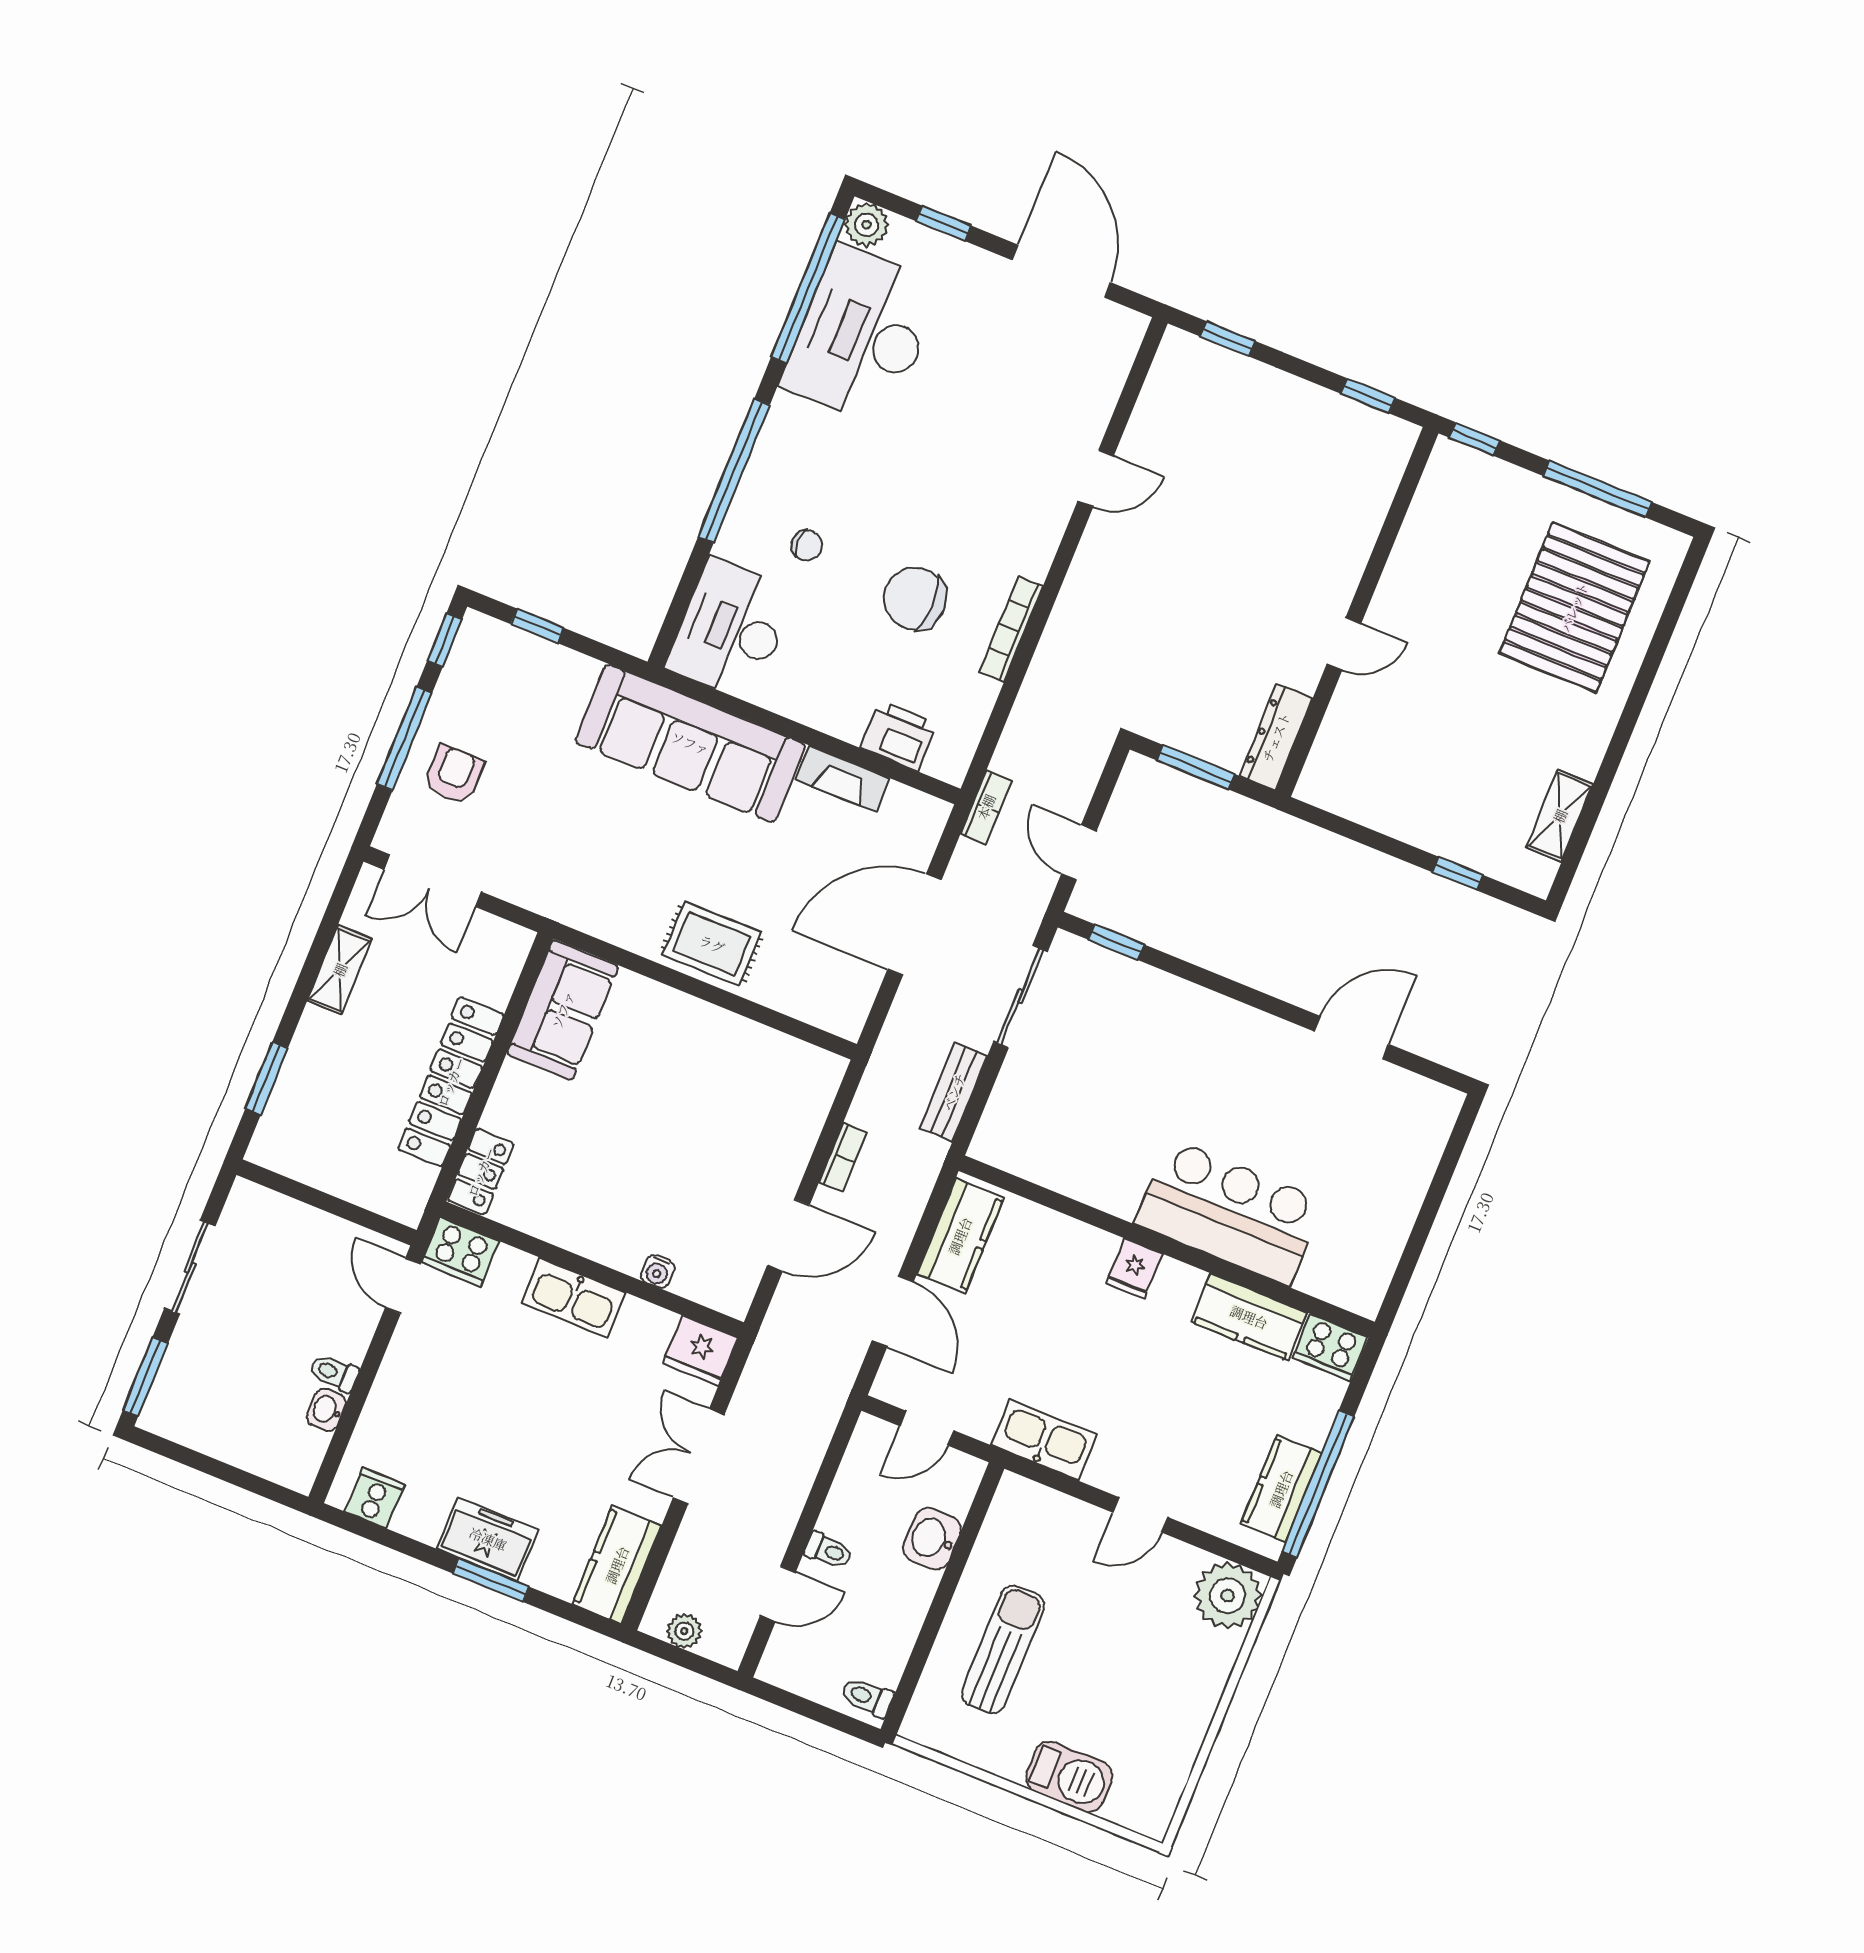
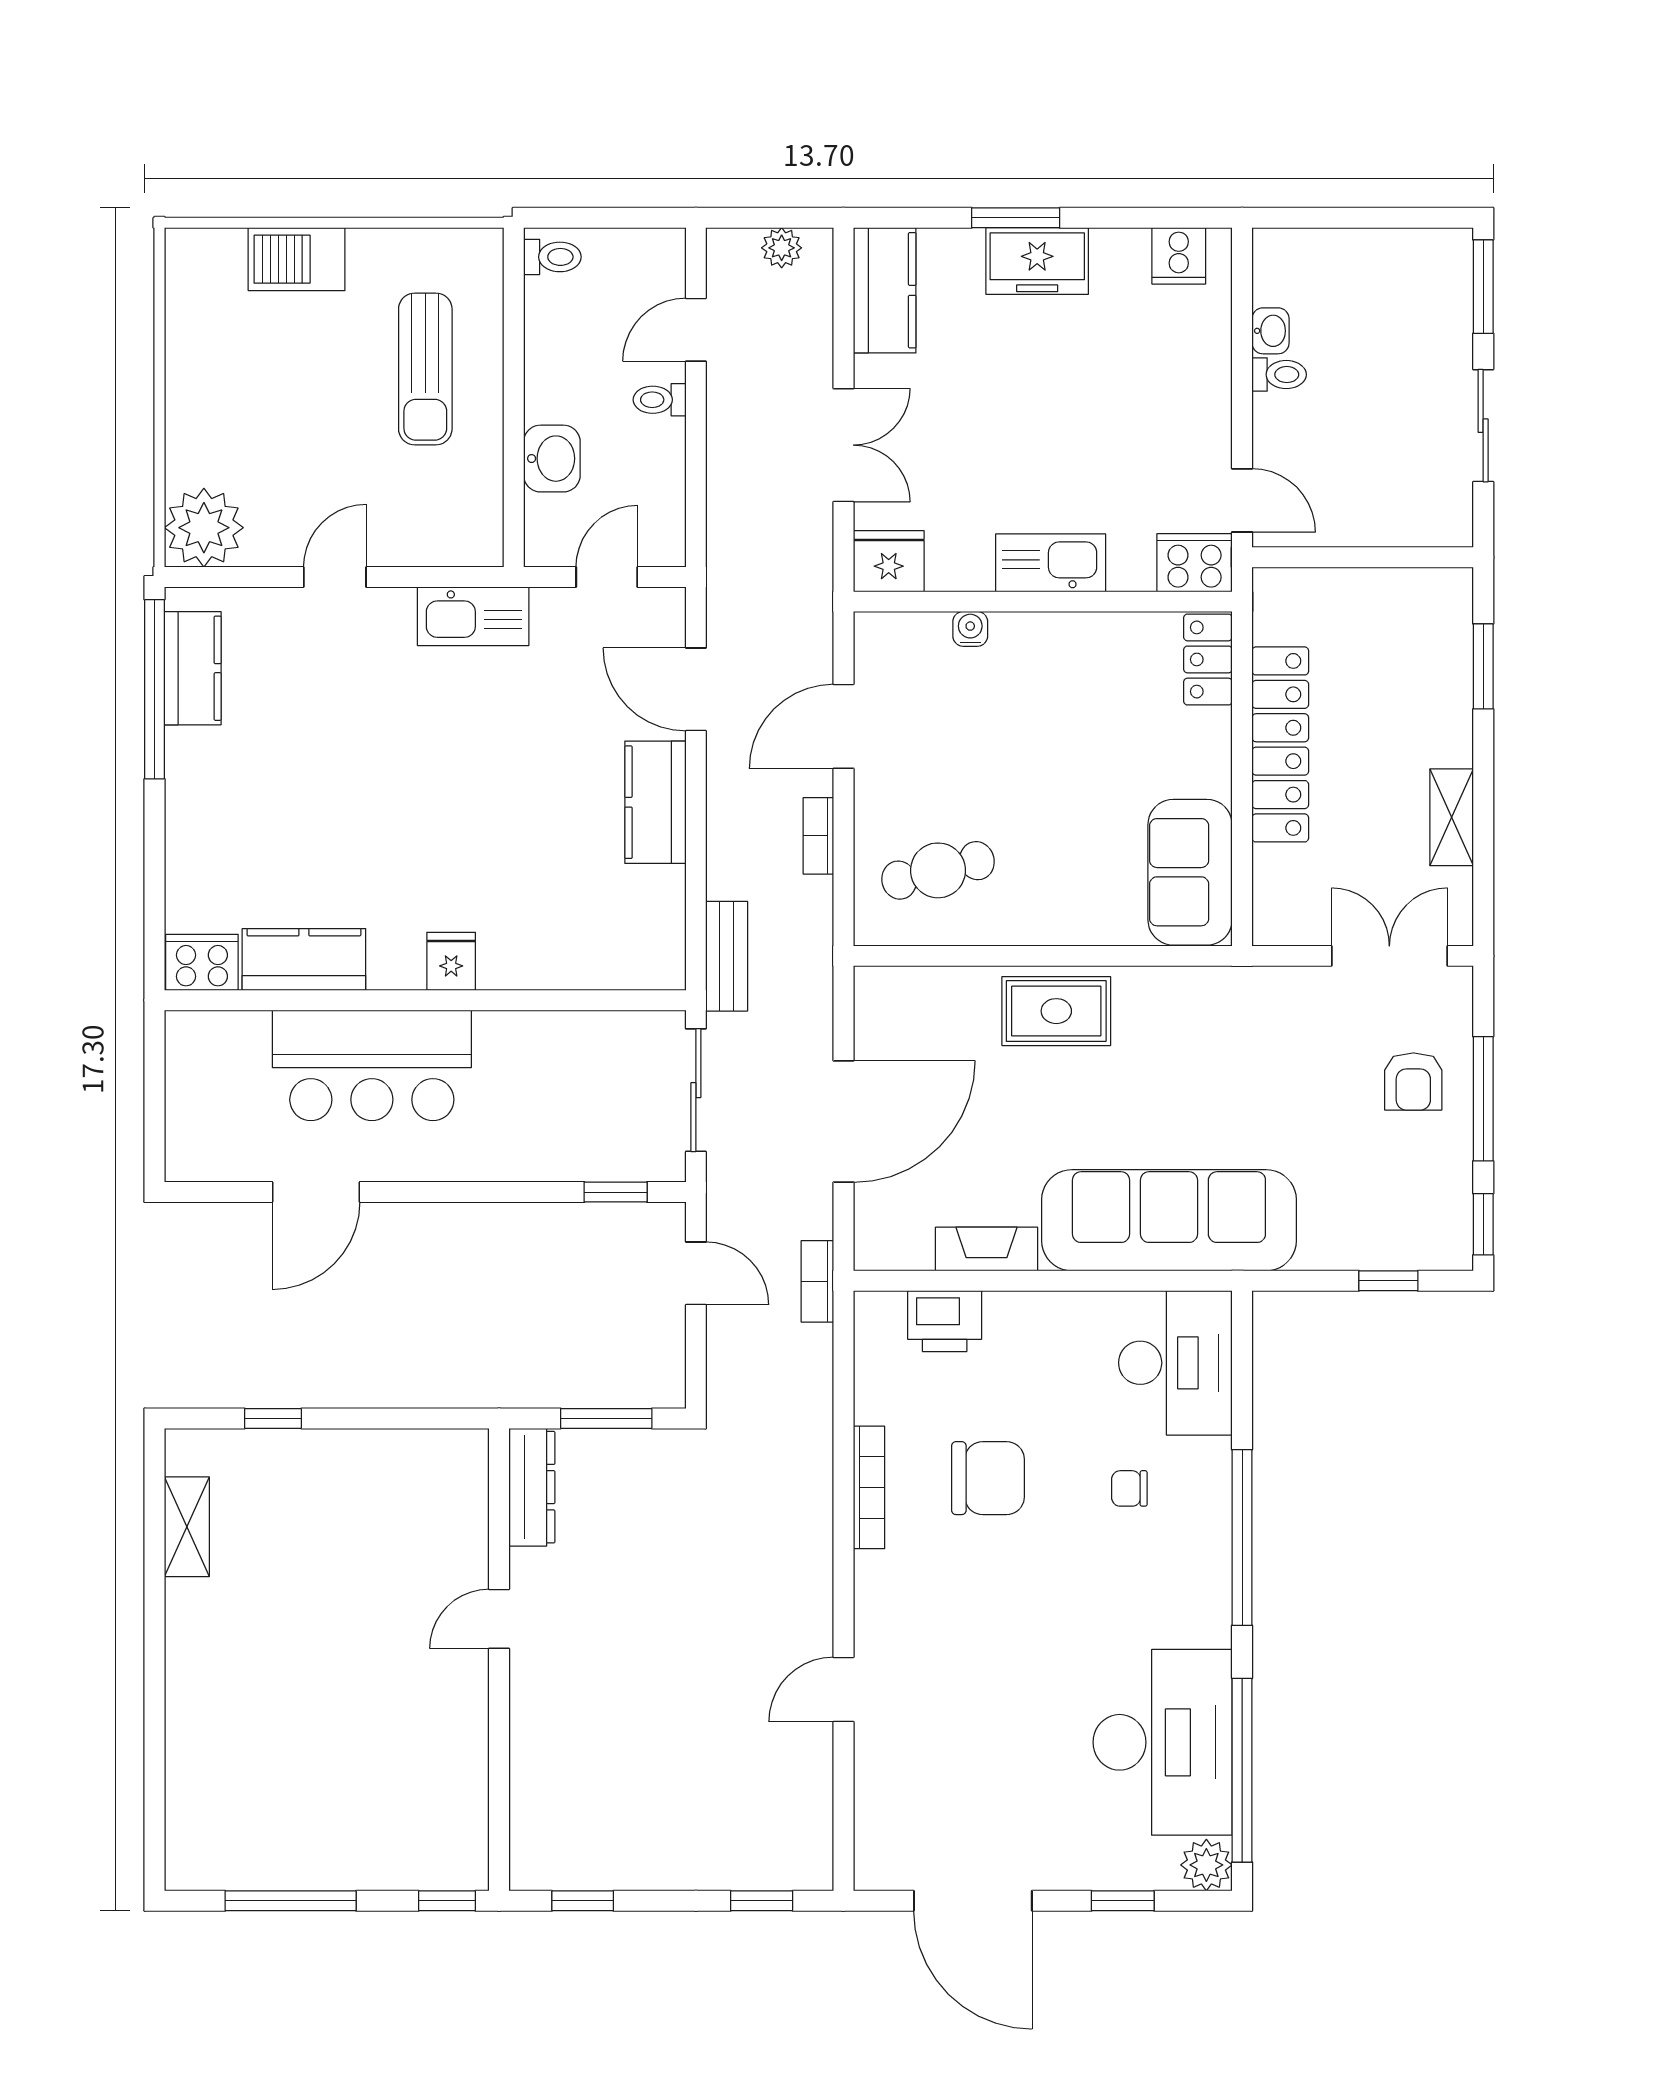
pallet: (1574, 607) -> (263, 1761), removed
cafe table: (760, 1092) -> (938, 870), added
bar counter: (1229, 1212) -> (372, 1065), moved
wall: (1167, 1246) -> (425, 1000), moved
fridge: (1134, 1269) -> (451, 961), moved
kitchen counter: (1249, 1317) -> (304, 959), moved
cooker: (1330, 1347) -> (202, 962), moved

